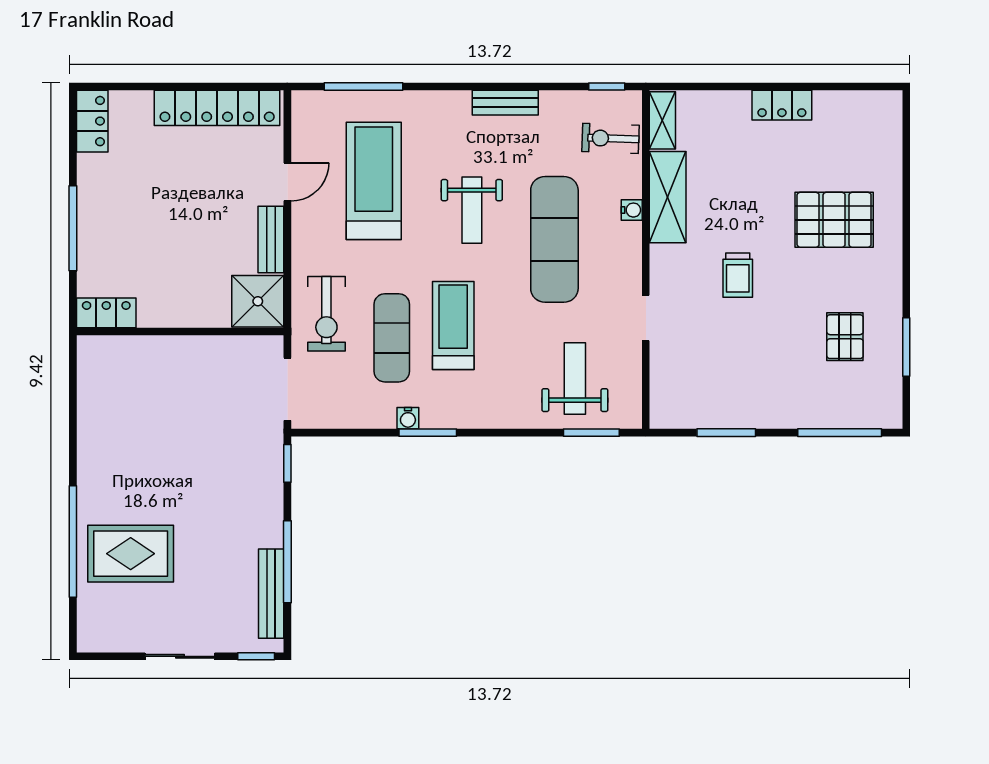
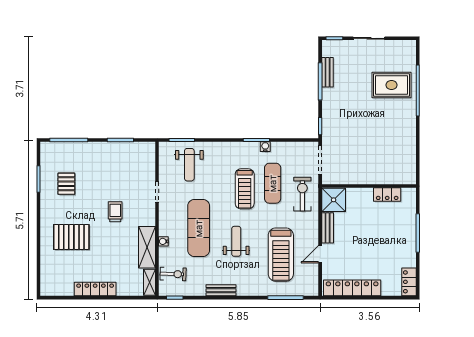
locker: (782, 105) -> (95, 289), width x1.53
locker: (106, 313) -> (387, 195), moved
bench: (271, 594) -> (328, 72), width x0.73

